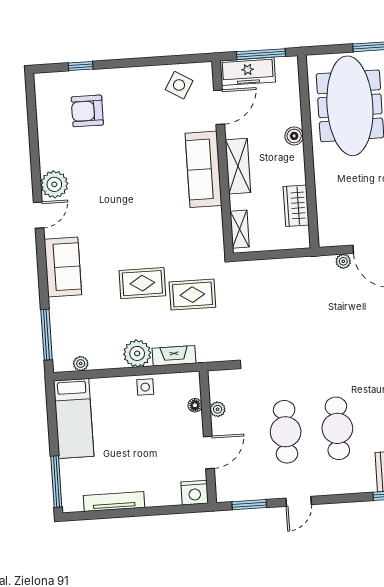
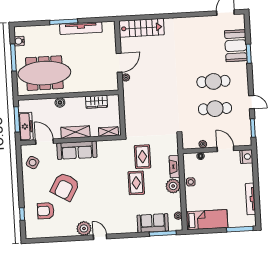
armchair: (87, 111) -> (46, 211), turned 90
armchair: (134, 148) -> (65, 187), added
sofa: (63, 267) -> (153, 223), moved

